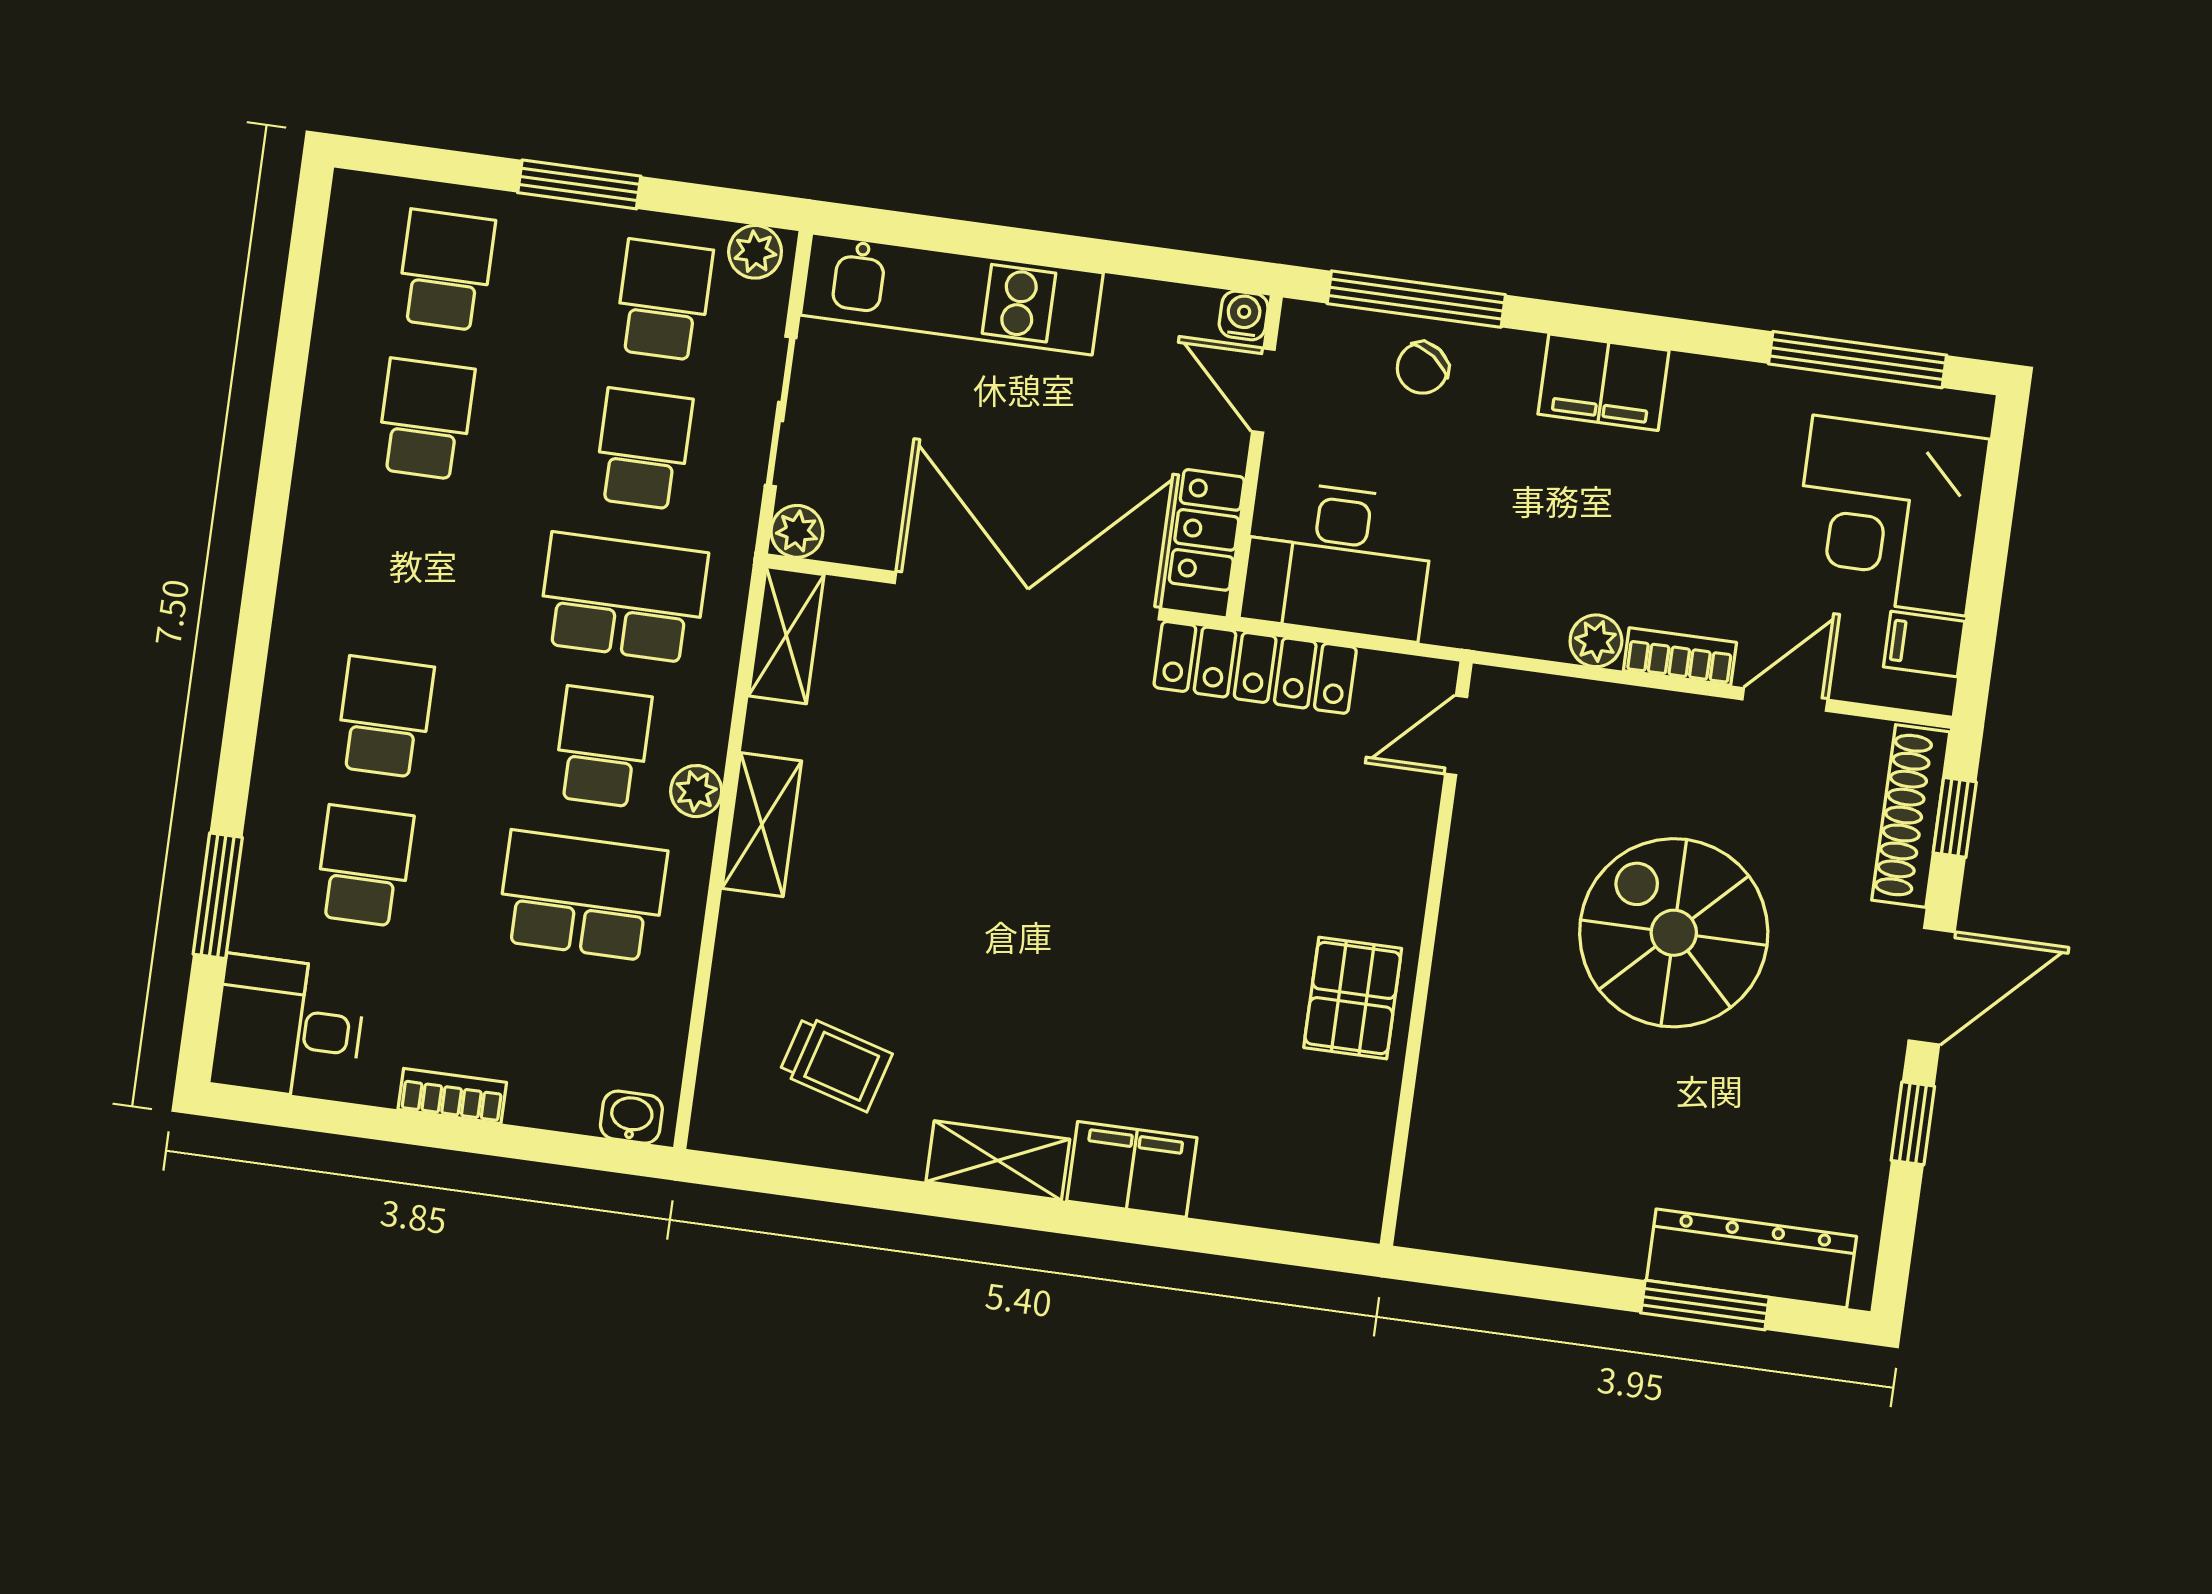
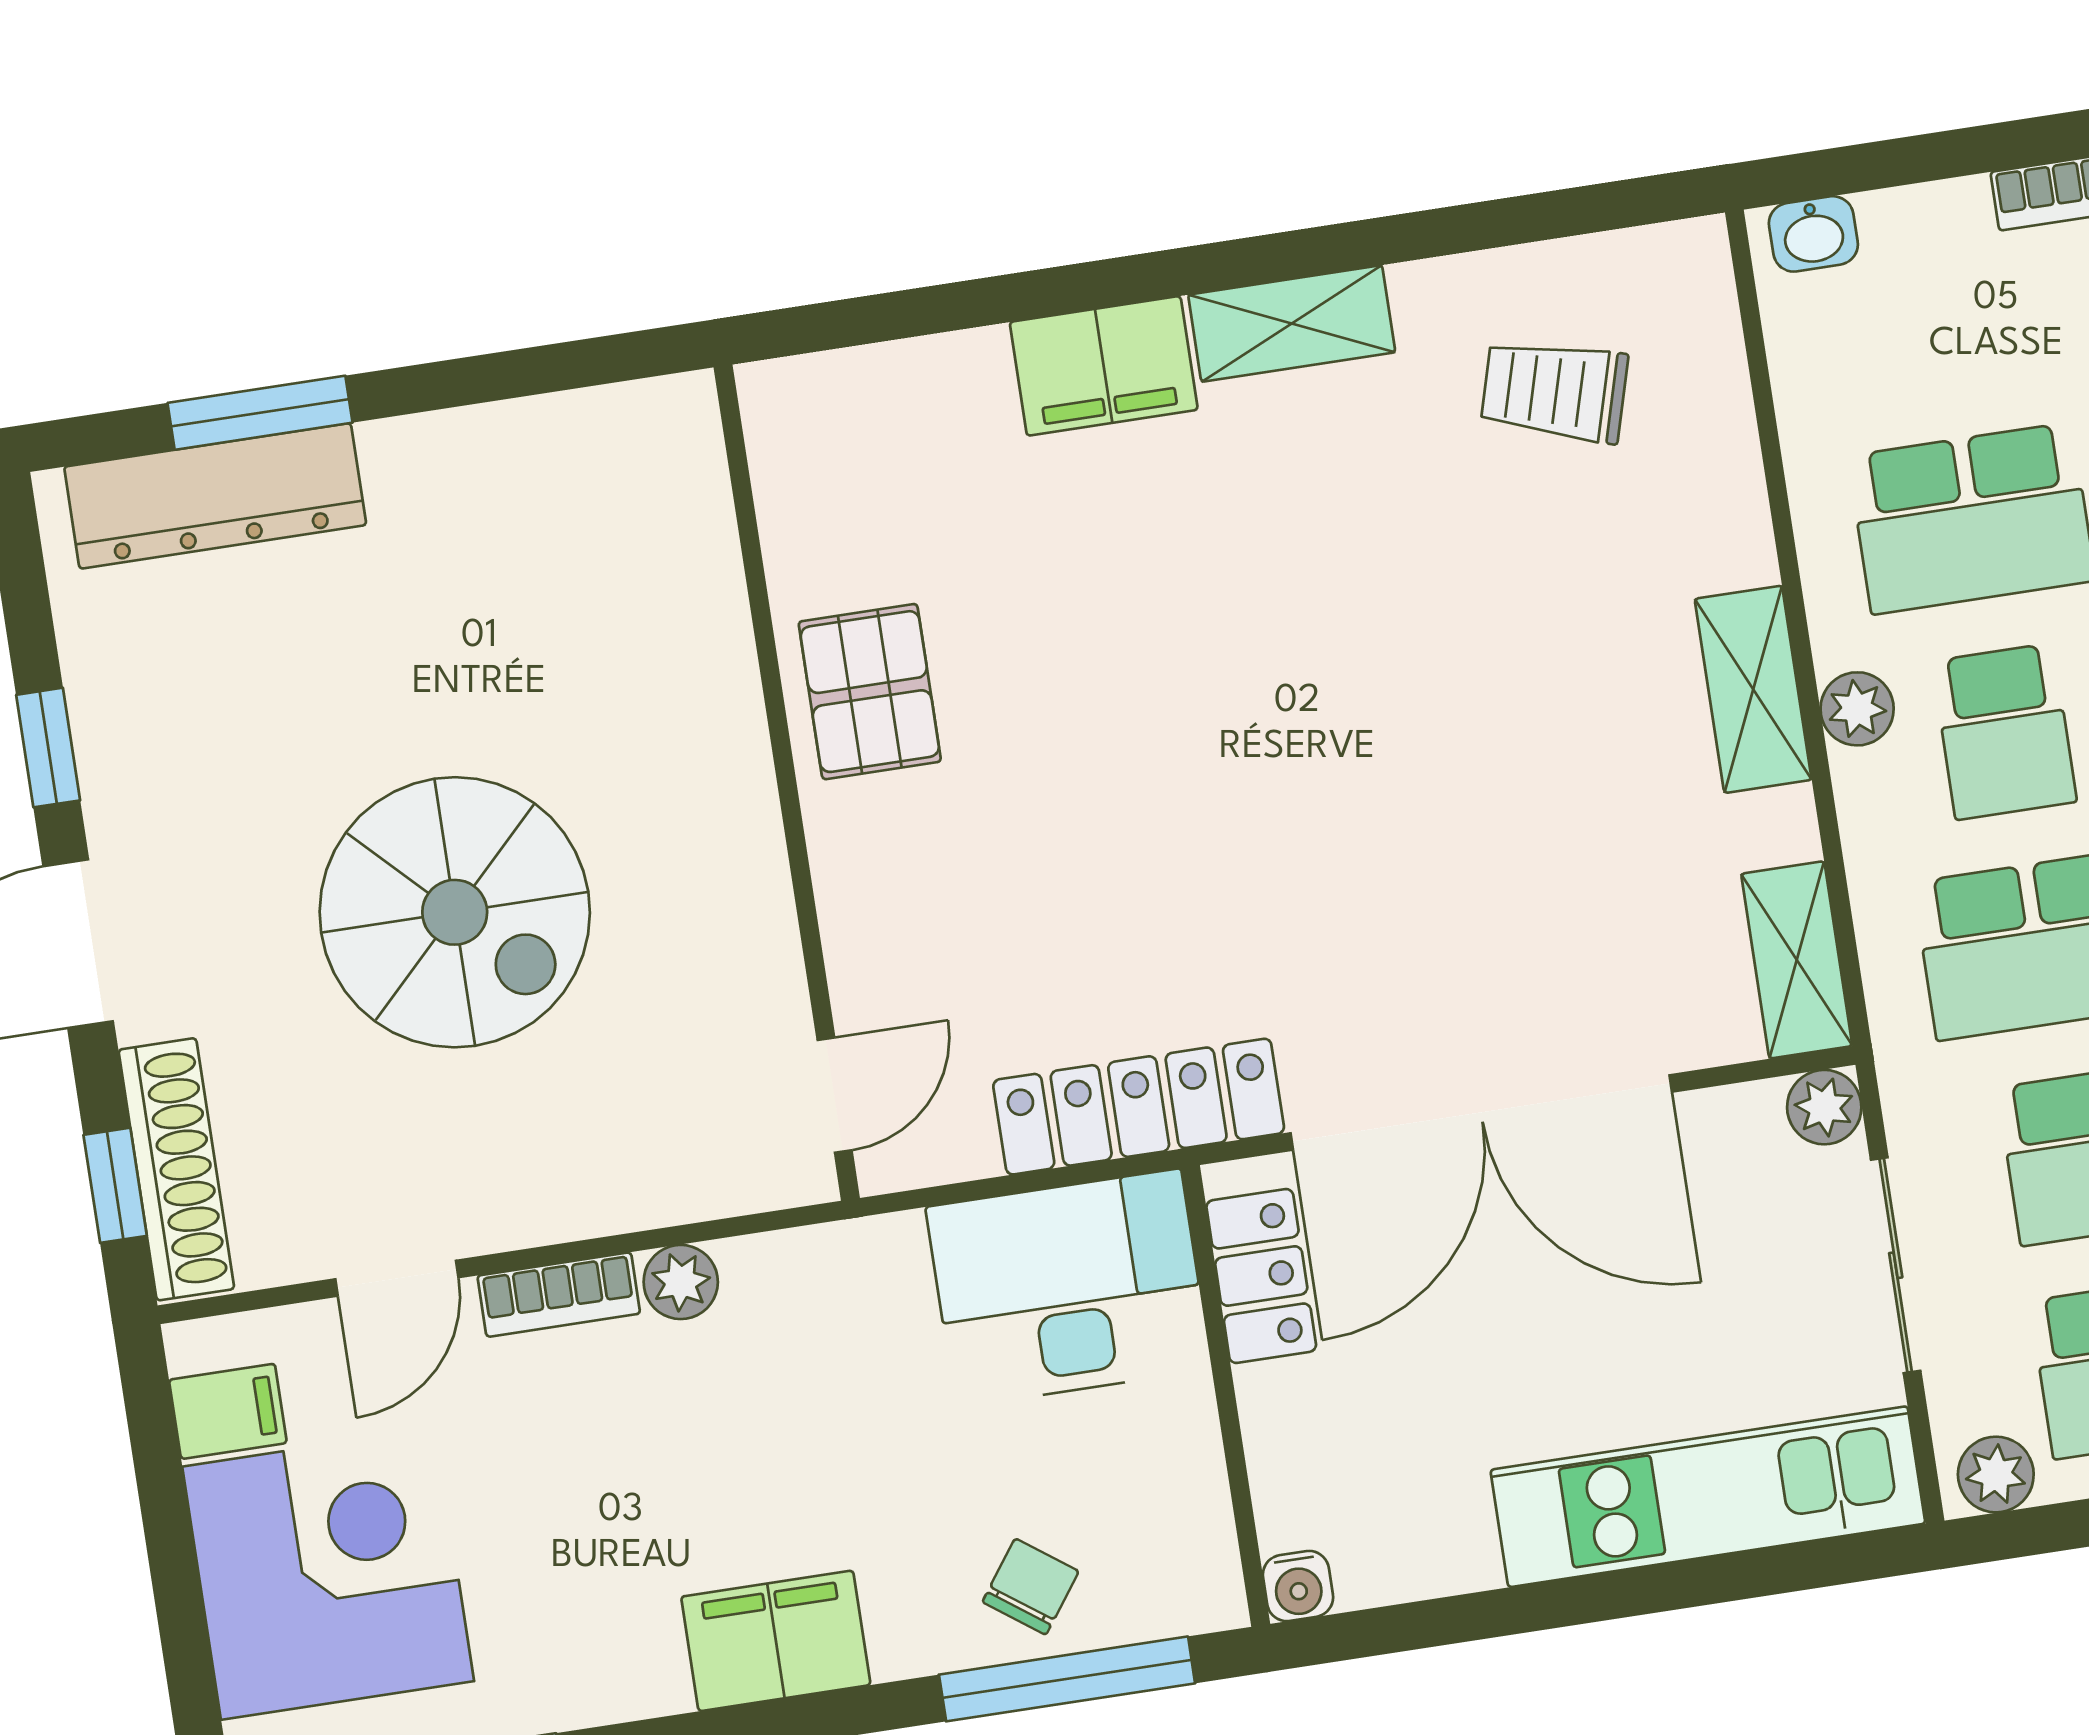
door: (1263, 390) -> (1240, 1491), removed

